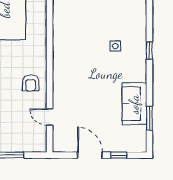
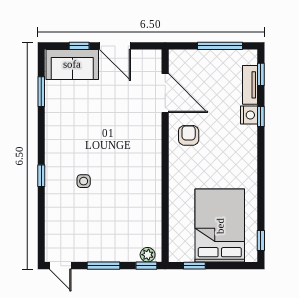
sofa: (134, 104) -> (72, 64), moved, turned 90
door: (50, 117) -> (165, 93), width x1.87

